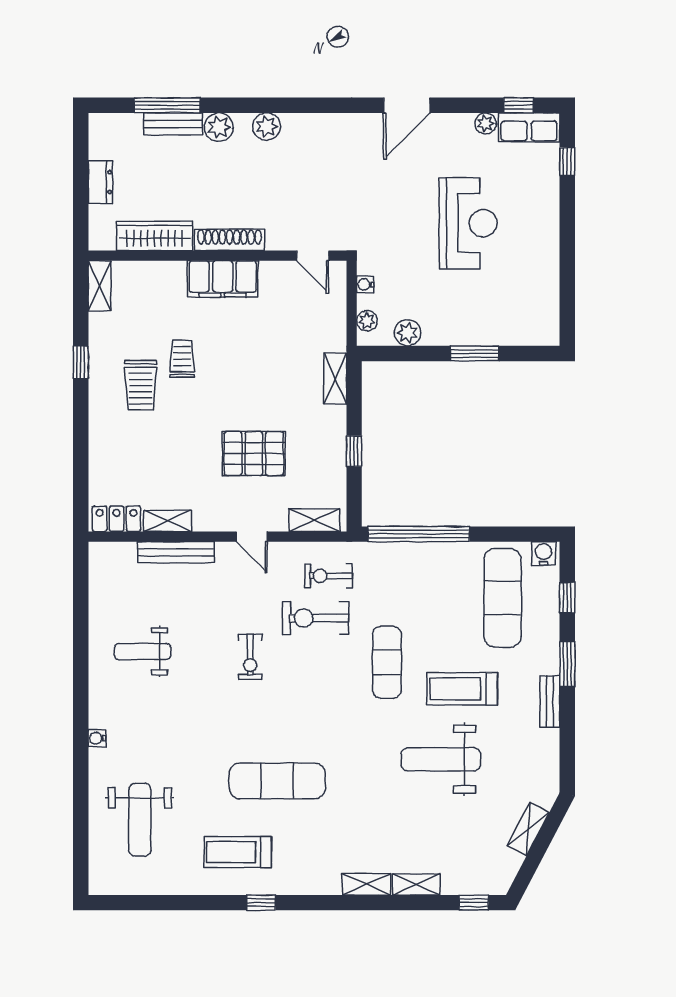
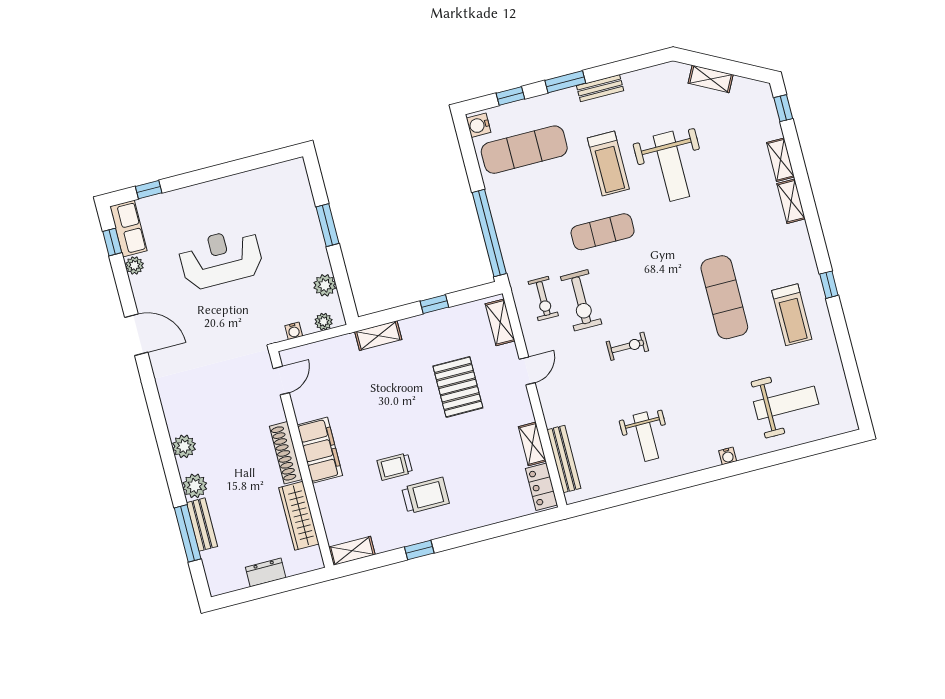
bench: (176, 552) -> (564, 459), moved

